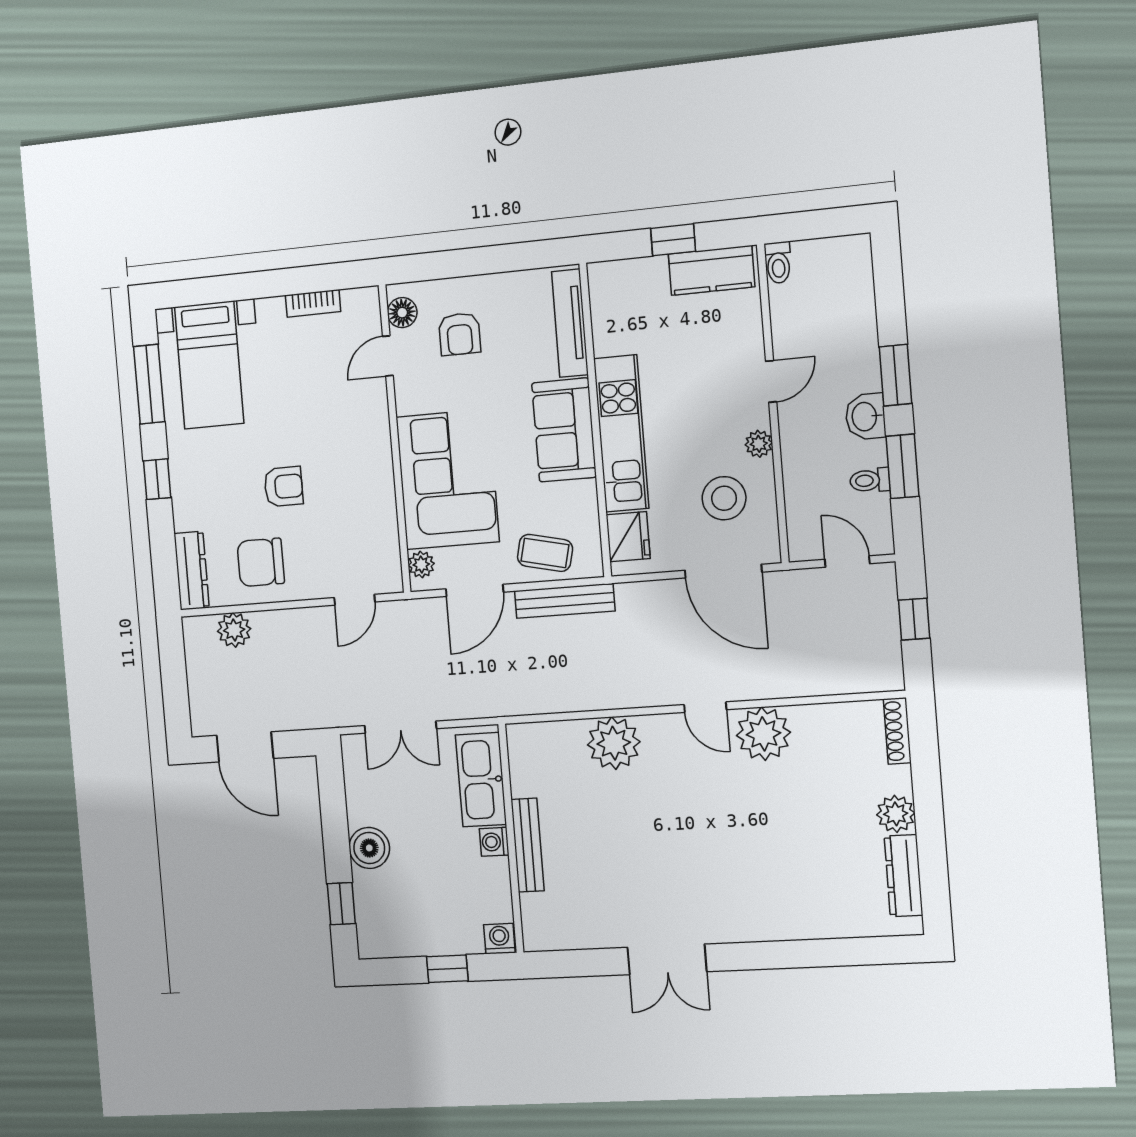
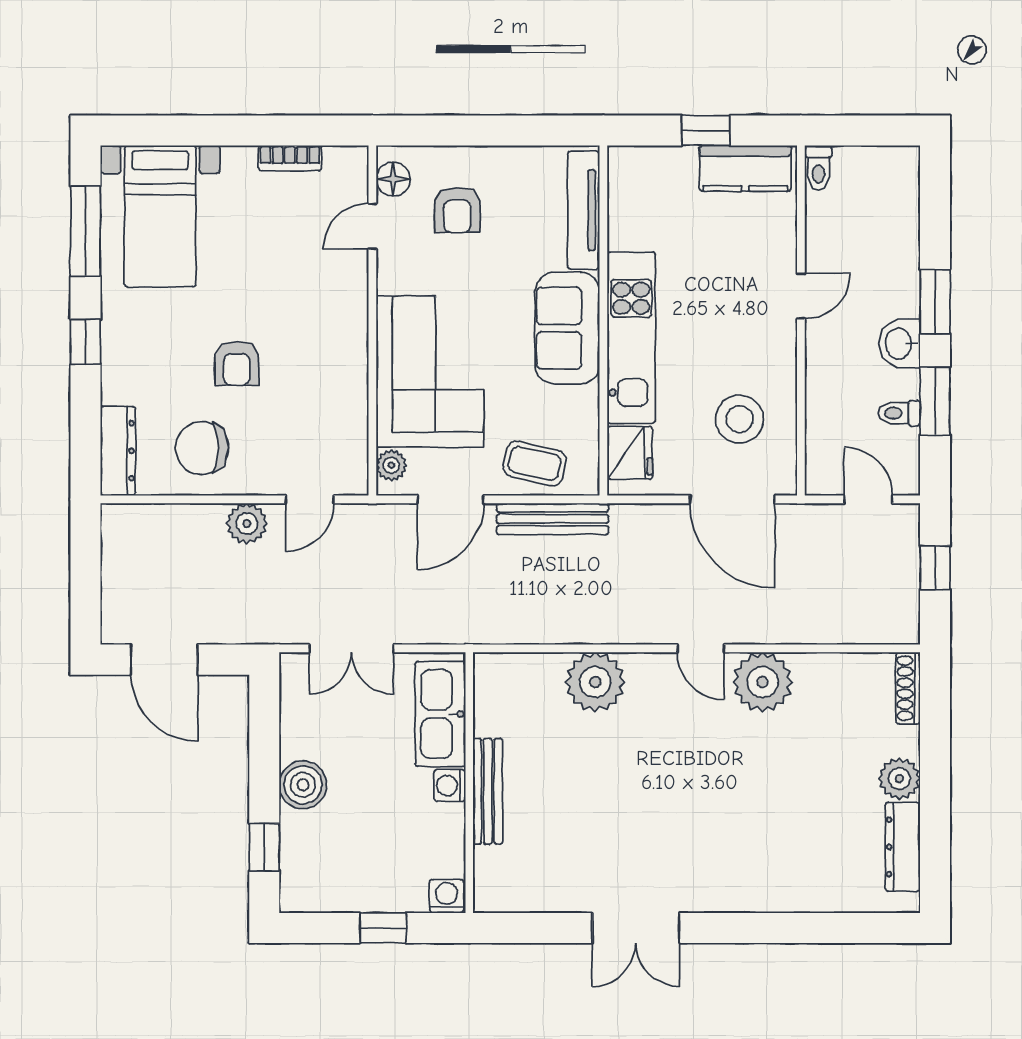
plant: (759, 444) -> (782, 363), removed
armchair: (283, 487) -> (237, 363), turned 90
plant: (234, 630) -> (247, 523), moved

